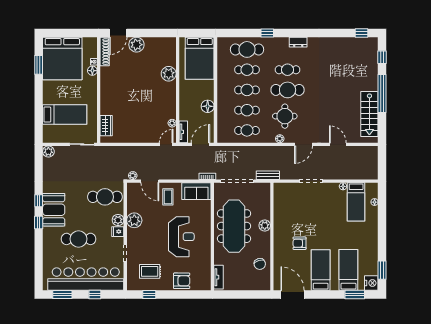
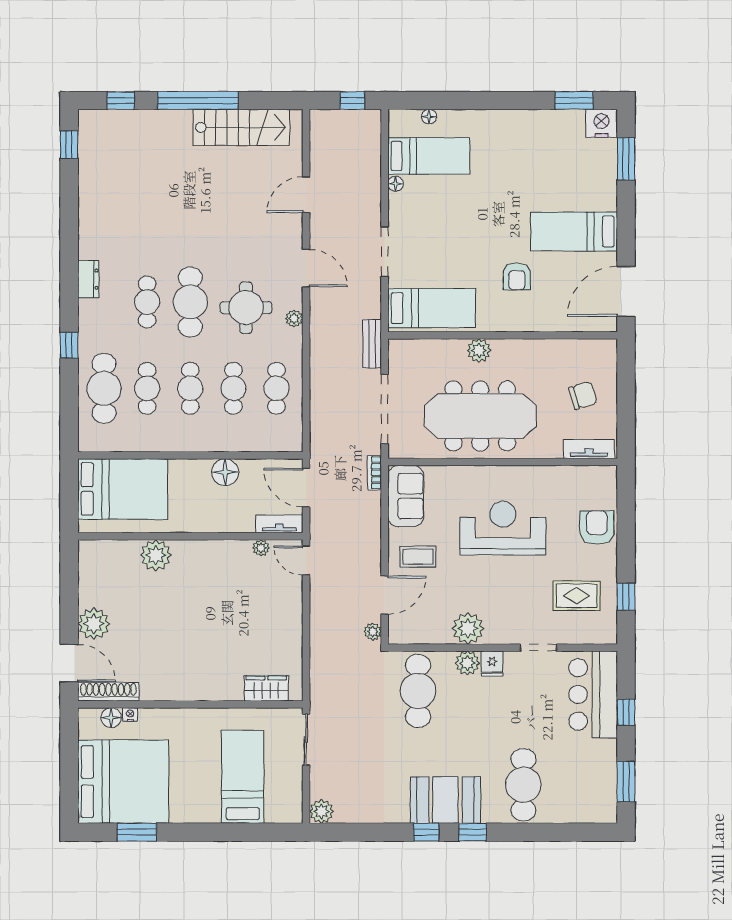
floor lamp: (92, 71) -> (111, 718), moved
window: (382, 166) -> (352, 101), added
cafe table: (79, 239) -> (523, 785), moved
chair: (260, 264) -> (583, 395), moved
bed: (348, 270) -> (432, 308), moved, turned 180
rug: (150, 271) -> (577, 596), turned 90
bar counter: (86, 279) -> (593, 694), width x0.54

